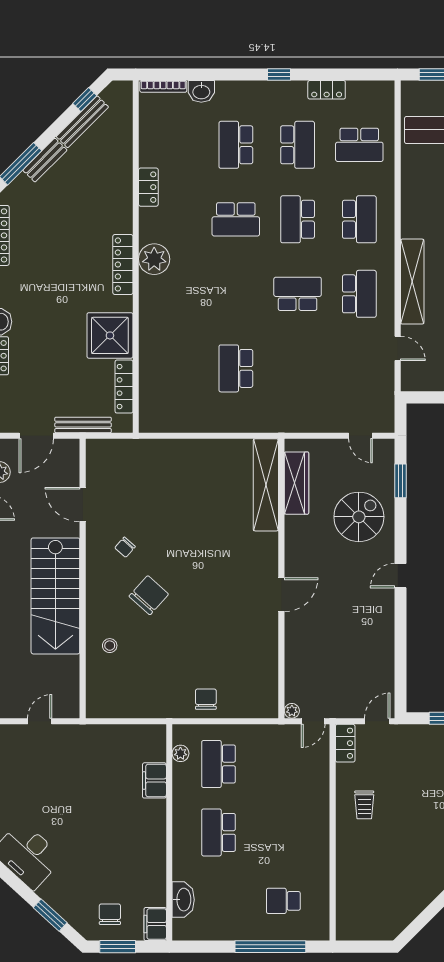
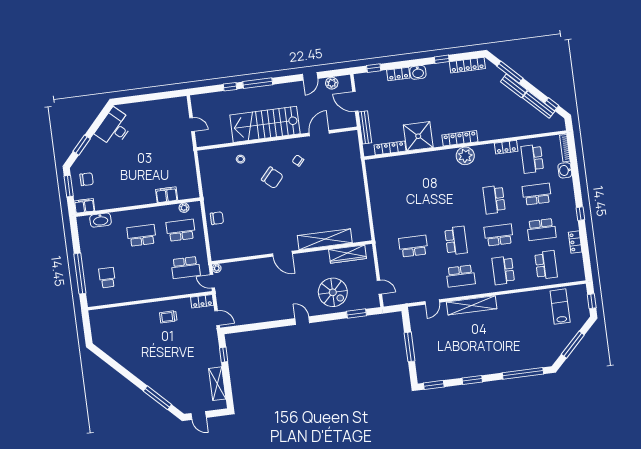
school desk: (174, 145) -> (532, 159), added
school desk: (359, 145) -> (546, 265), turned 180
school desk: (359, 219) -> (503, 270), turned 90
school desk: (236, 368) -> (413, 246), moved
door: (360, 436) -> (379, 287), swing flipped
shelving: (266, 485) -> (325, 239), moved
school desk: (283, 764) -> (186, 267), added

